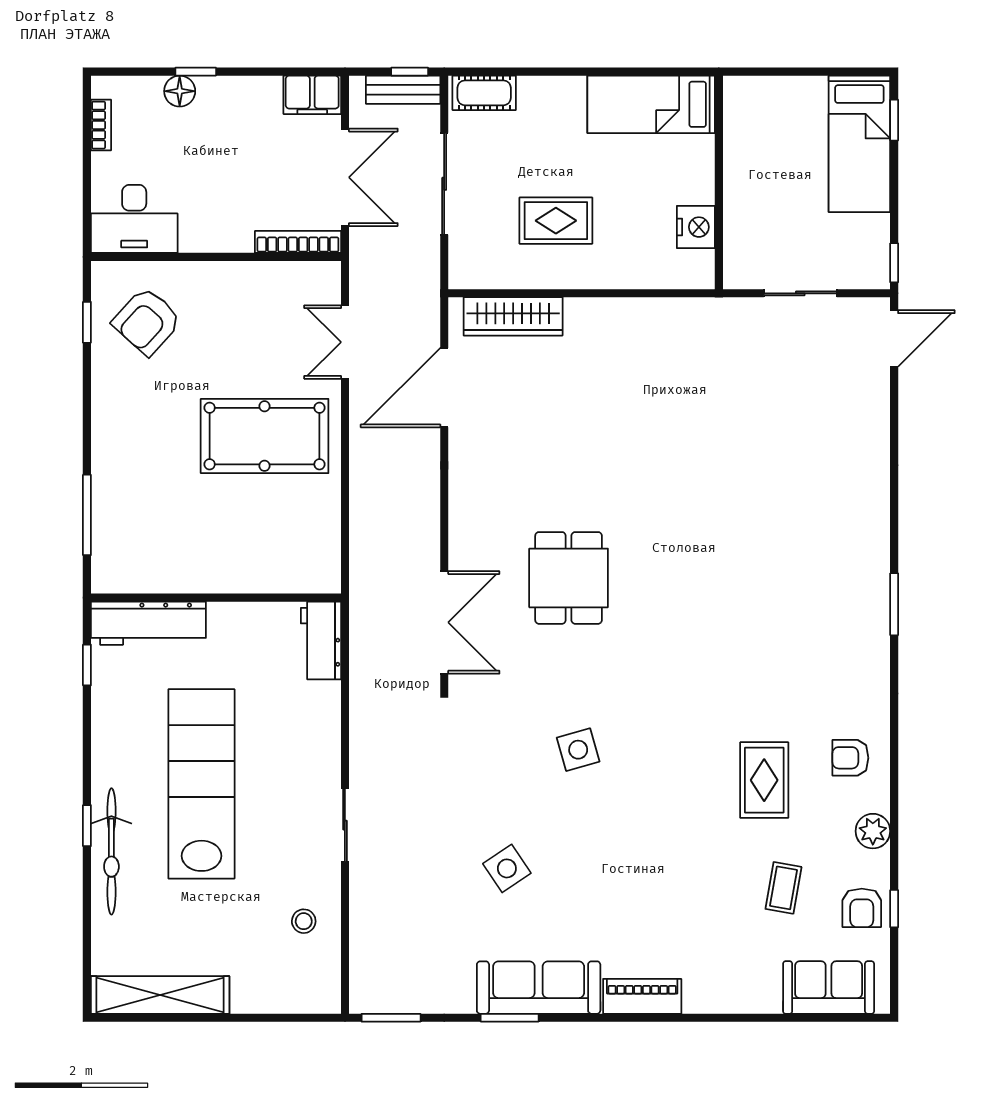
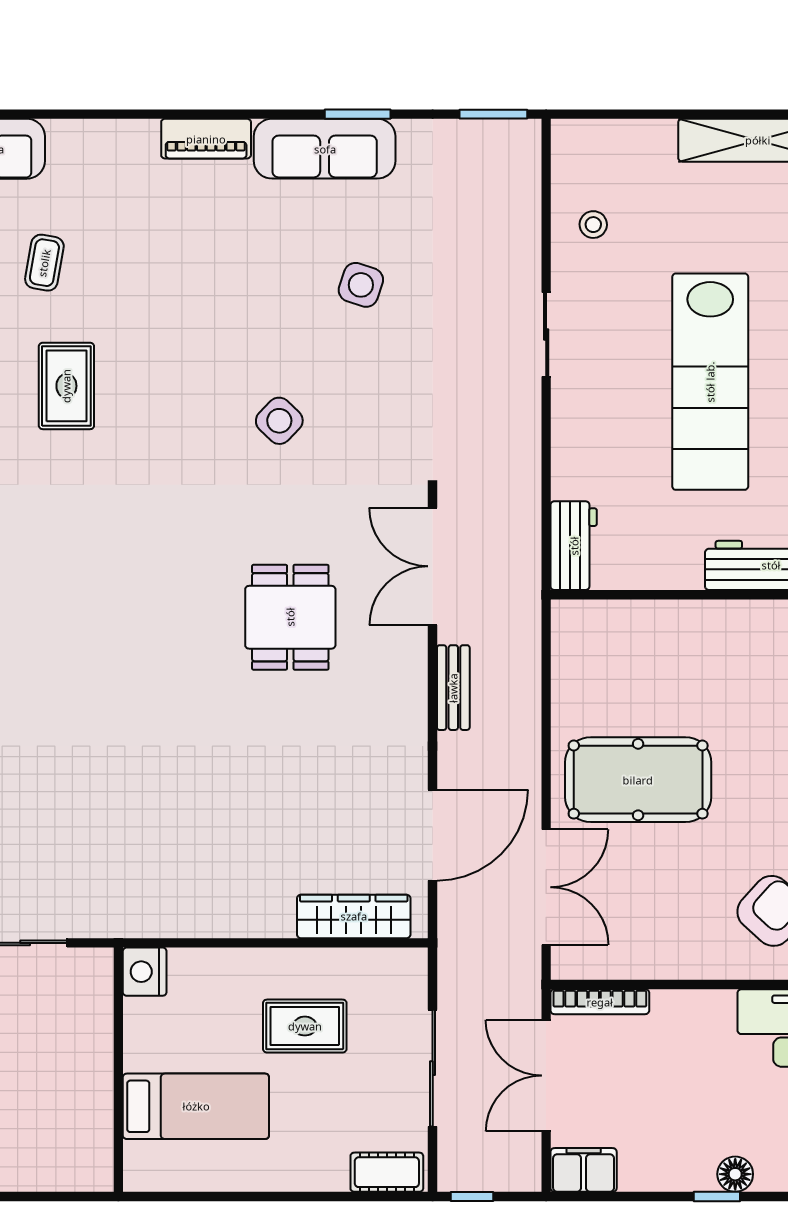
bench: (403, 90) -> (453, 688), moved, turned 90
bed: (651, 104) -> (196, 1106), moved
nightstand: (696, 227) -> (145, 972), moved
double door: (345, 342) -> (546, 887), width x1.37
side table: (578, 750) -> (279, 421), turned -30
side table: (507, 868) -> (361, 285), turned -38

